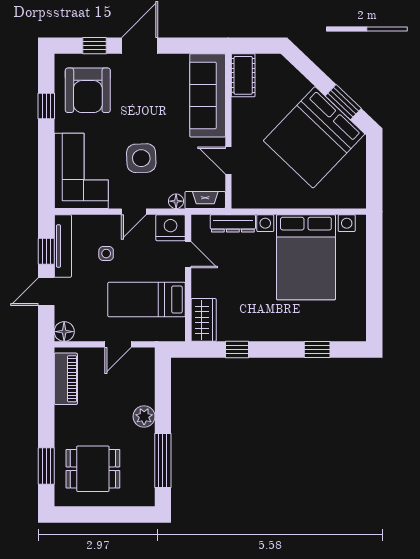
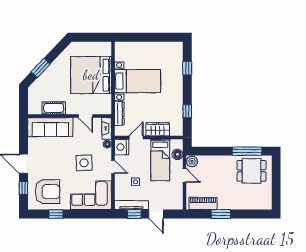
cot: (243, 75) -> (54, 108), moved
window: (343, 102) -> (41, 68), moved
bed: (314, 137) -> (91, 75), moved, turned 136
door: (228, 161) -> (85, 116), hinge flipped
bed with nightstands: (306, 257) -> (138, 81), width x0.73
wardrobe: (204, 320) -> (158, 129), moved
floor lamp: (64, 332) -> (177, 154), moved
plant: (144, 416) -> (192, 161), moved
window: (46, 466) -> (221, 214), moved
dining table: (93, 469) -> (252, 171), moved, turned 90

